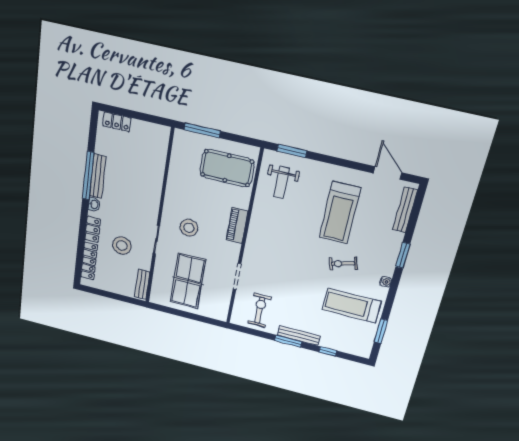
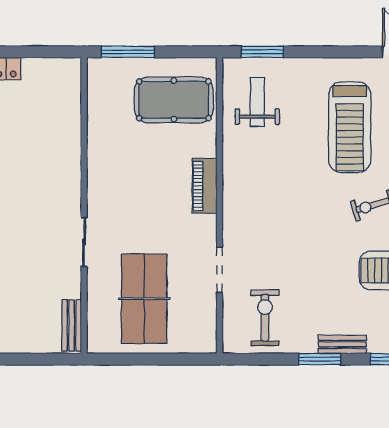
weight bench: (282, 182) -> (257, 102), turned 180
stool: (189, 228) -> (132, 209), removed
stool: (122, 246) -> (30, 266), removed
bench: (299, 336) -> (342, 344), width x0.73

